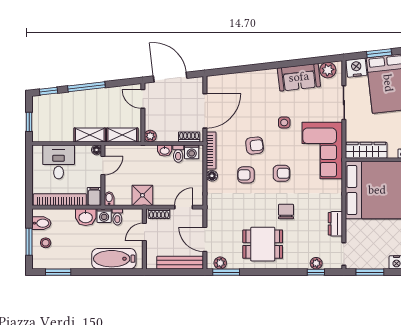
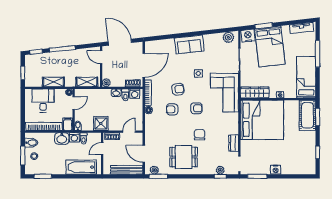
sofa: (299, 77) -> (189, 45), moved
shelving: (90, 135) -> (53, 82), moved

